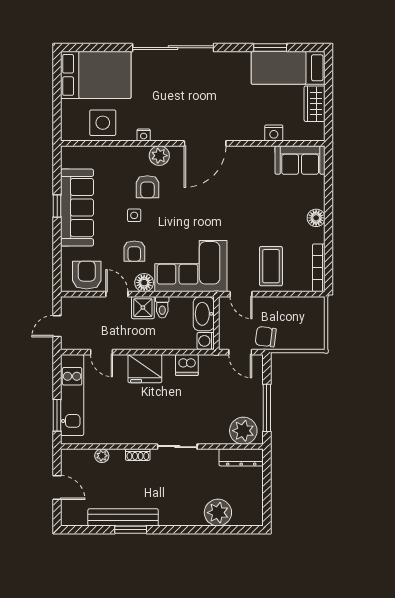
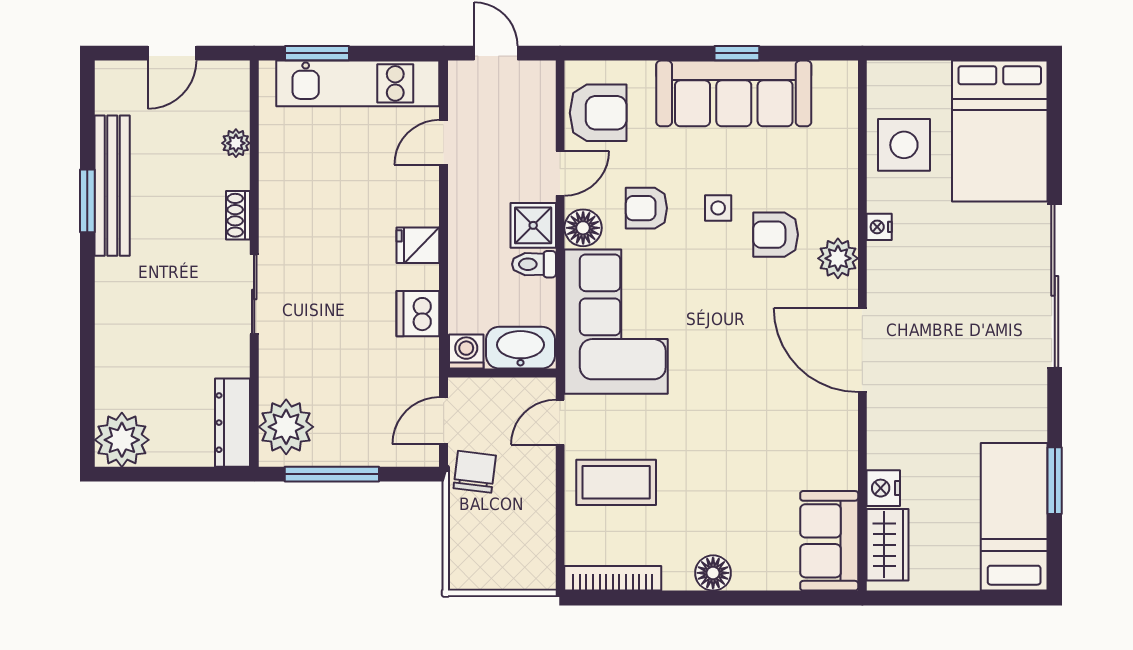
wardrobe: (315, 104) -> (888, 545), moved, turned 90
fridge: (145, 369) -> (418, 245), width x0.53, depth x0.75
plant: (218, 513) -> (122, 440), moved

